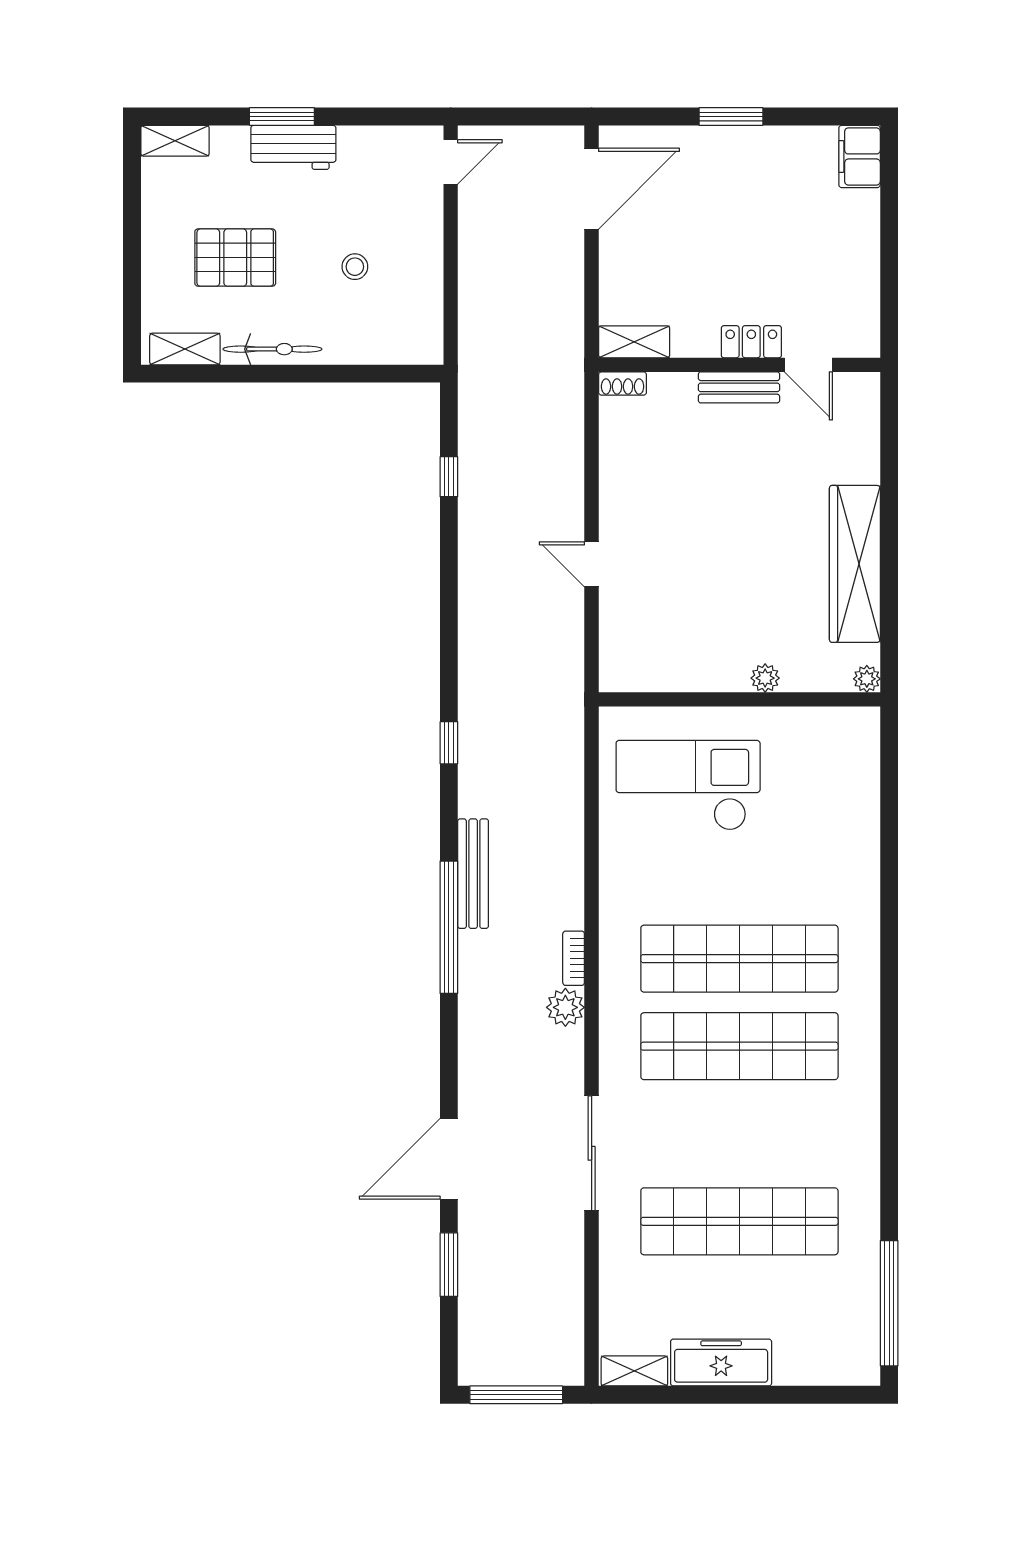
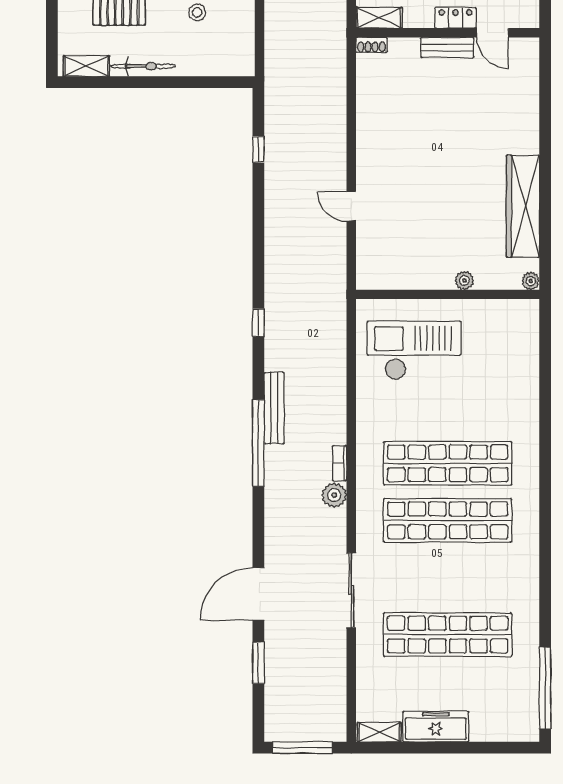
shelving: (634, 342) -> (379, 18), moved
locker: (751, 342) -> (455, 18), moved
wall: (739, 365) -> (448, 33), moved
door: (808, 365) -> (493, 33), moved
shoe rack: (623, 383) -> (371, 45), moved
bench: (739, 387) -> (447, 48), moved

